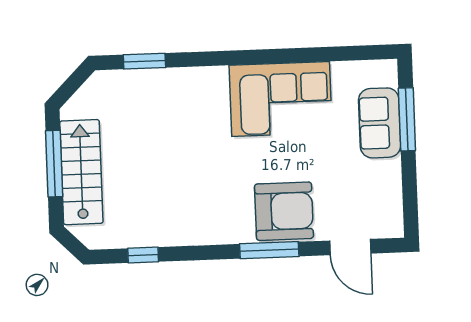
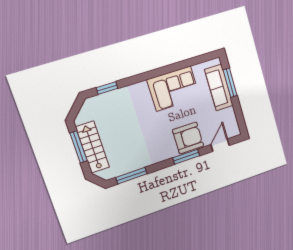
sofa: (380, 123) -> (219, 88), width x1.36
door: (350, 247) -> (220, 145), swing flipped
window: (143, 255) -> (131, 176), width x2.17

